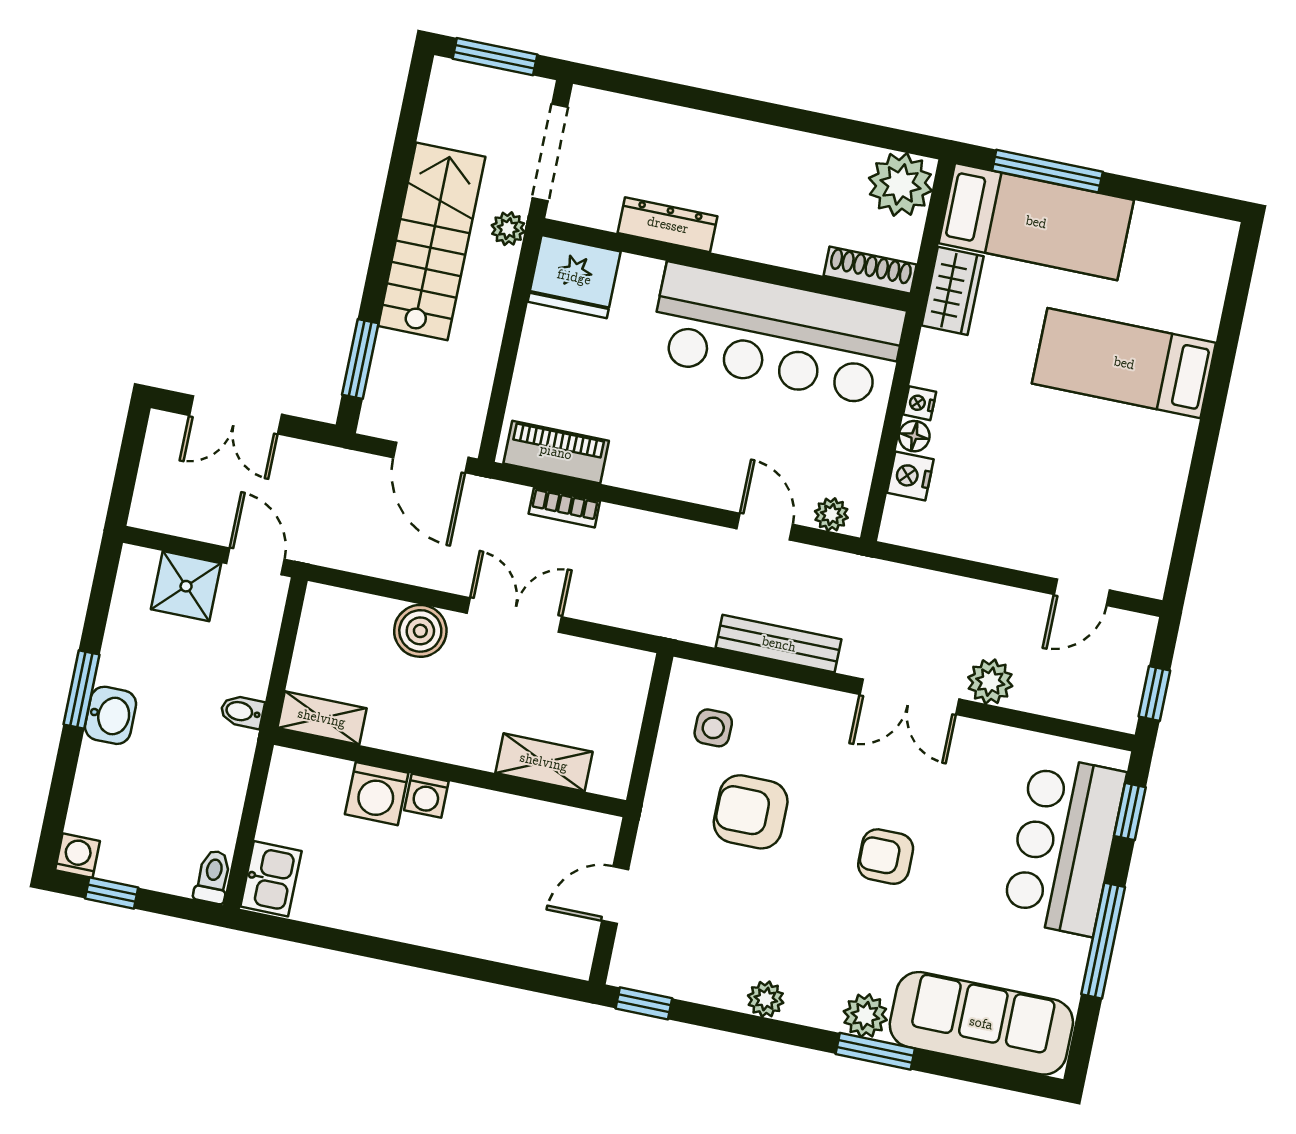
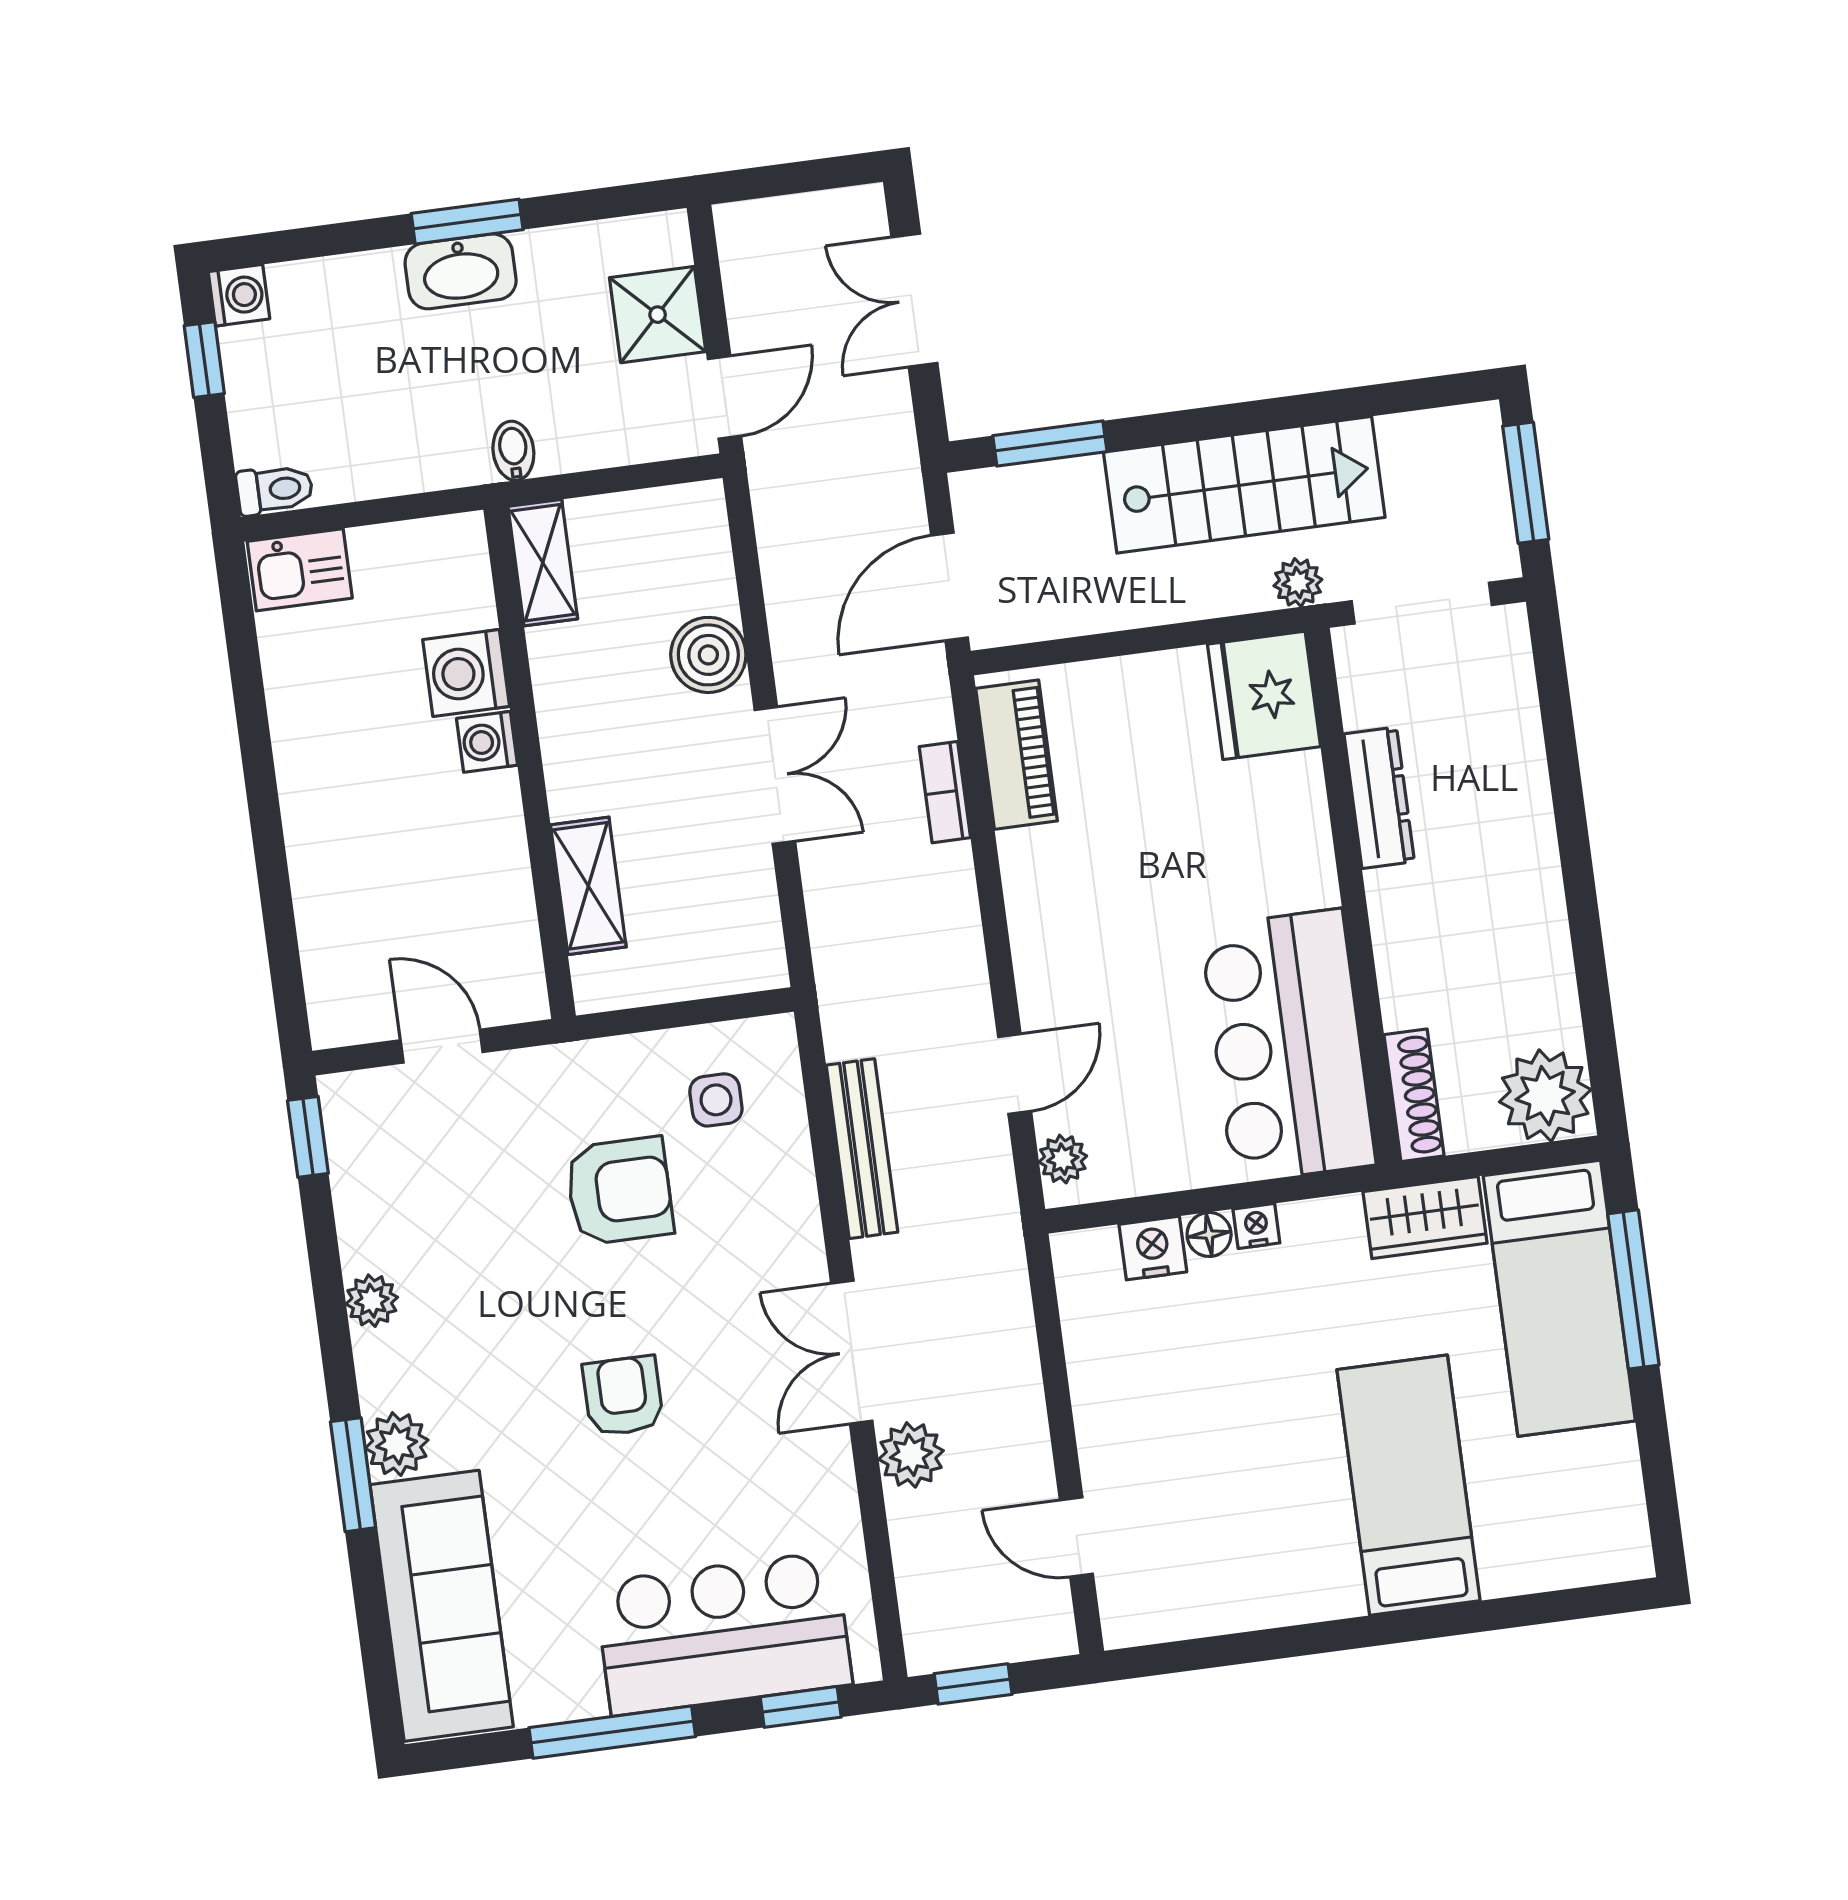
bar counter: (777, 335) -> (1288, 1046), width x0.73
washbasin: (111, 715) -> (461, 271), width x1.38
armchair: (751, 812) -> (619, 1191), turned 90

